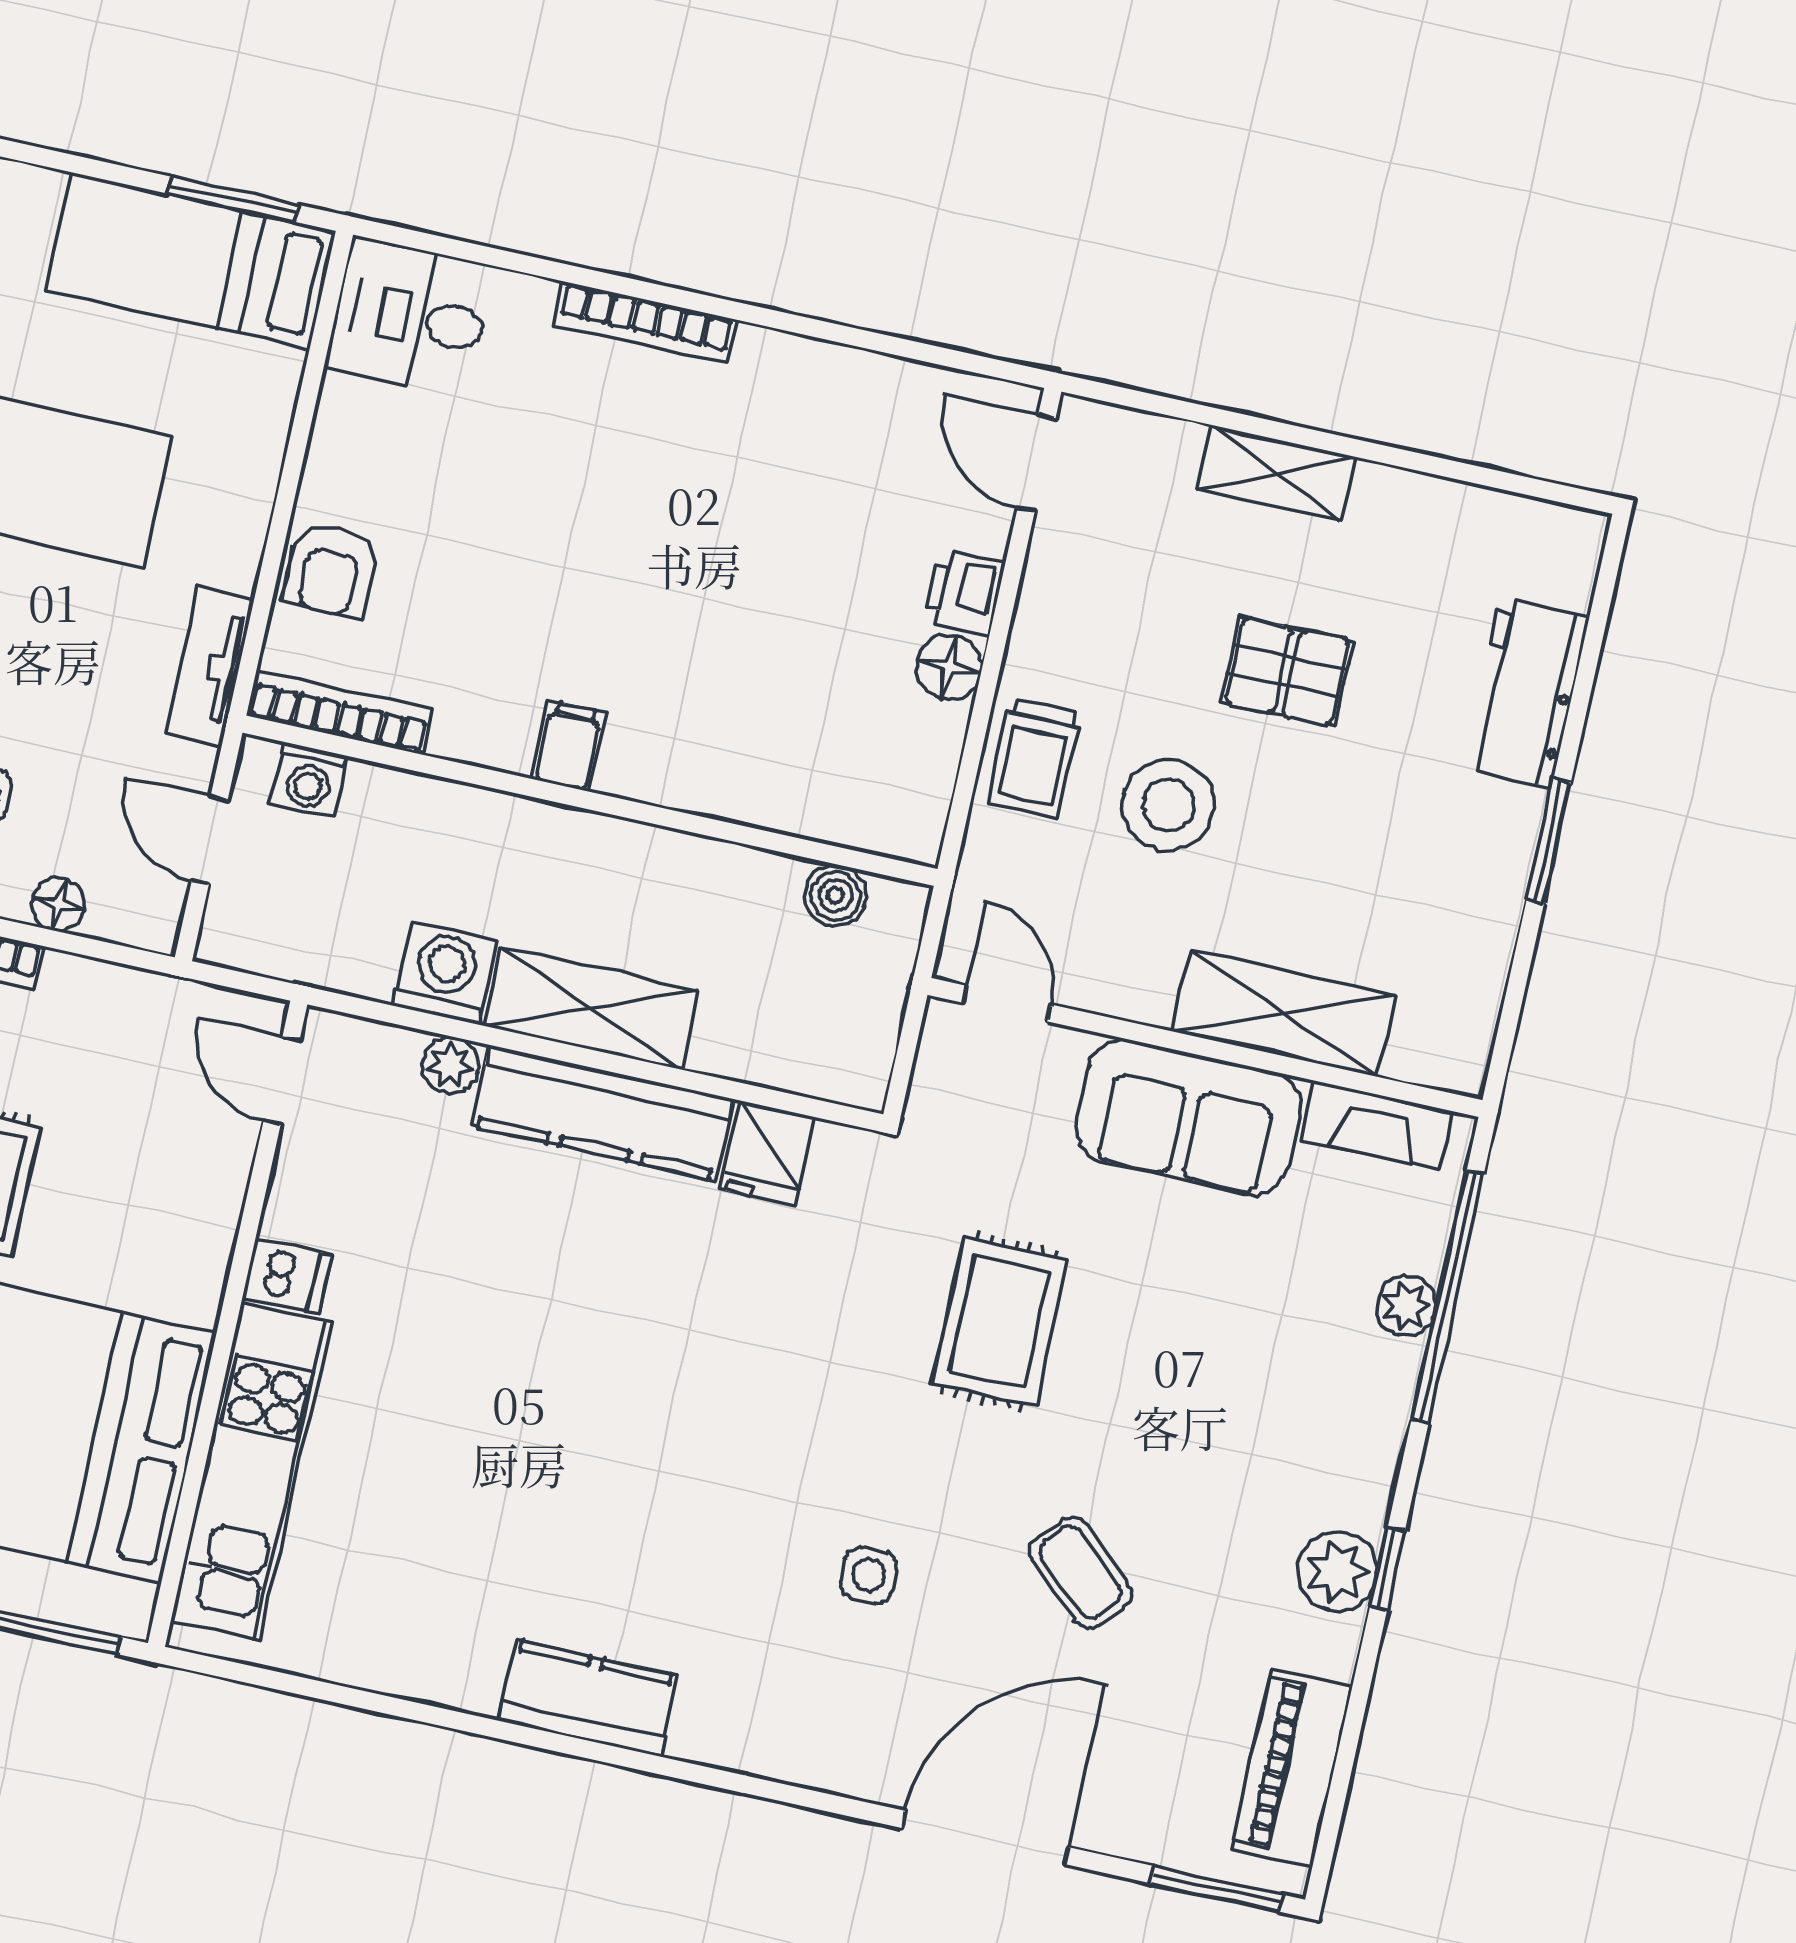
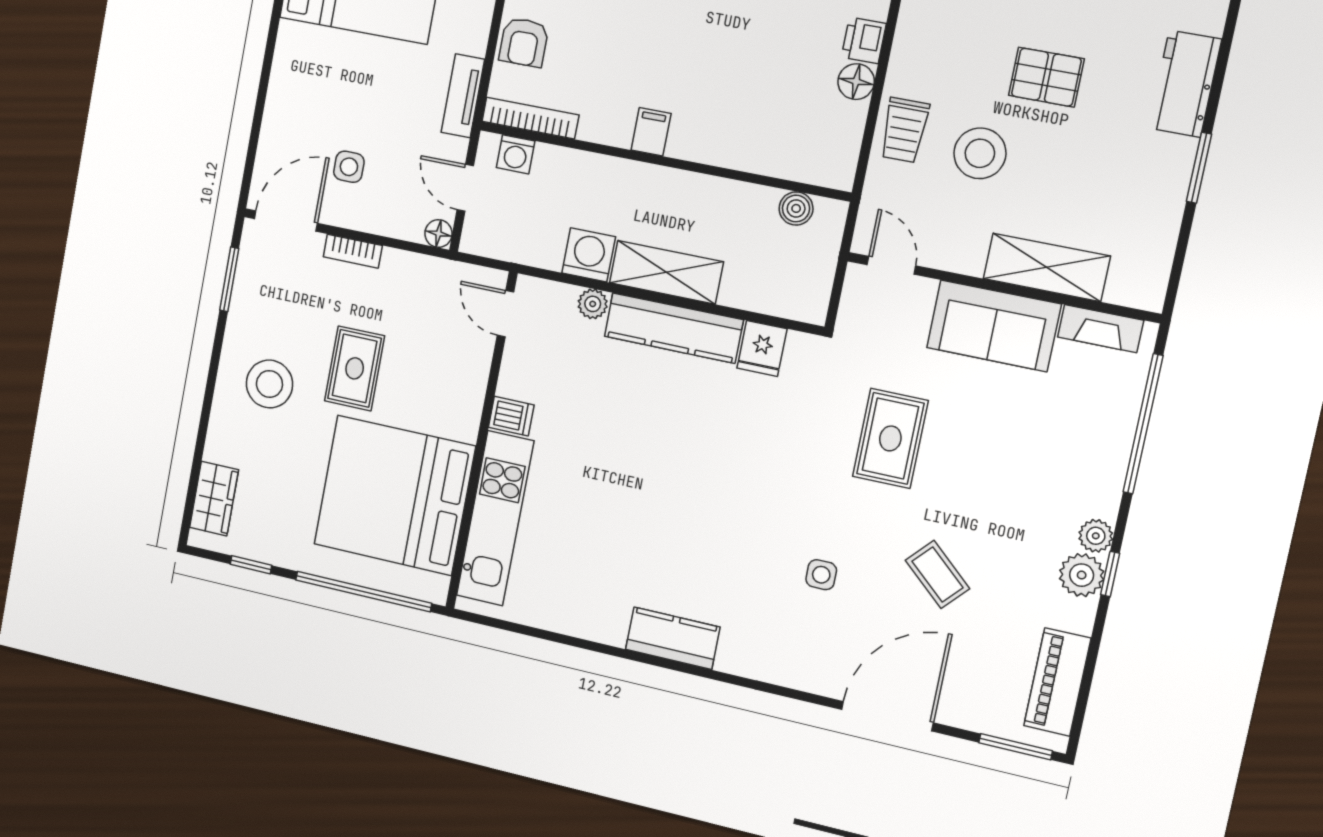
floor lamp: (58, 904) -> (438, 234), moved
plant: (1406, 1306) -> (1096, 536), moved

